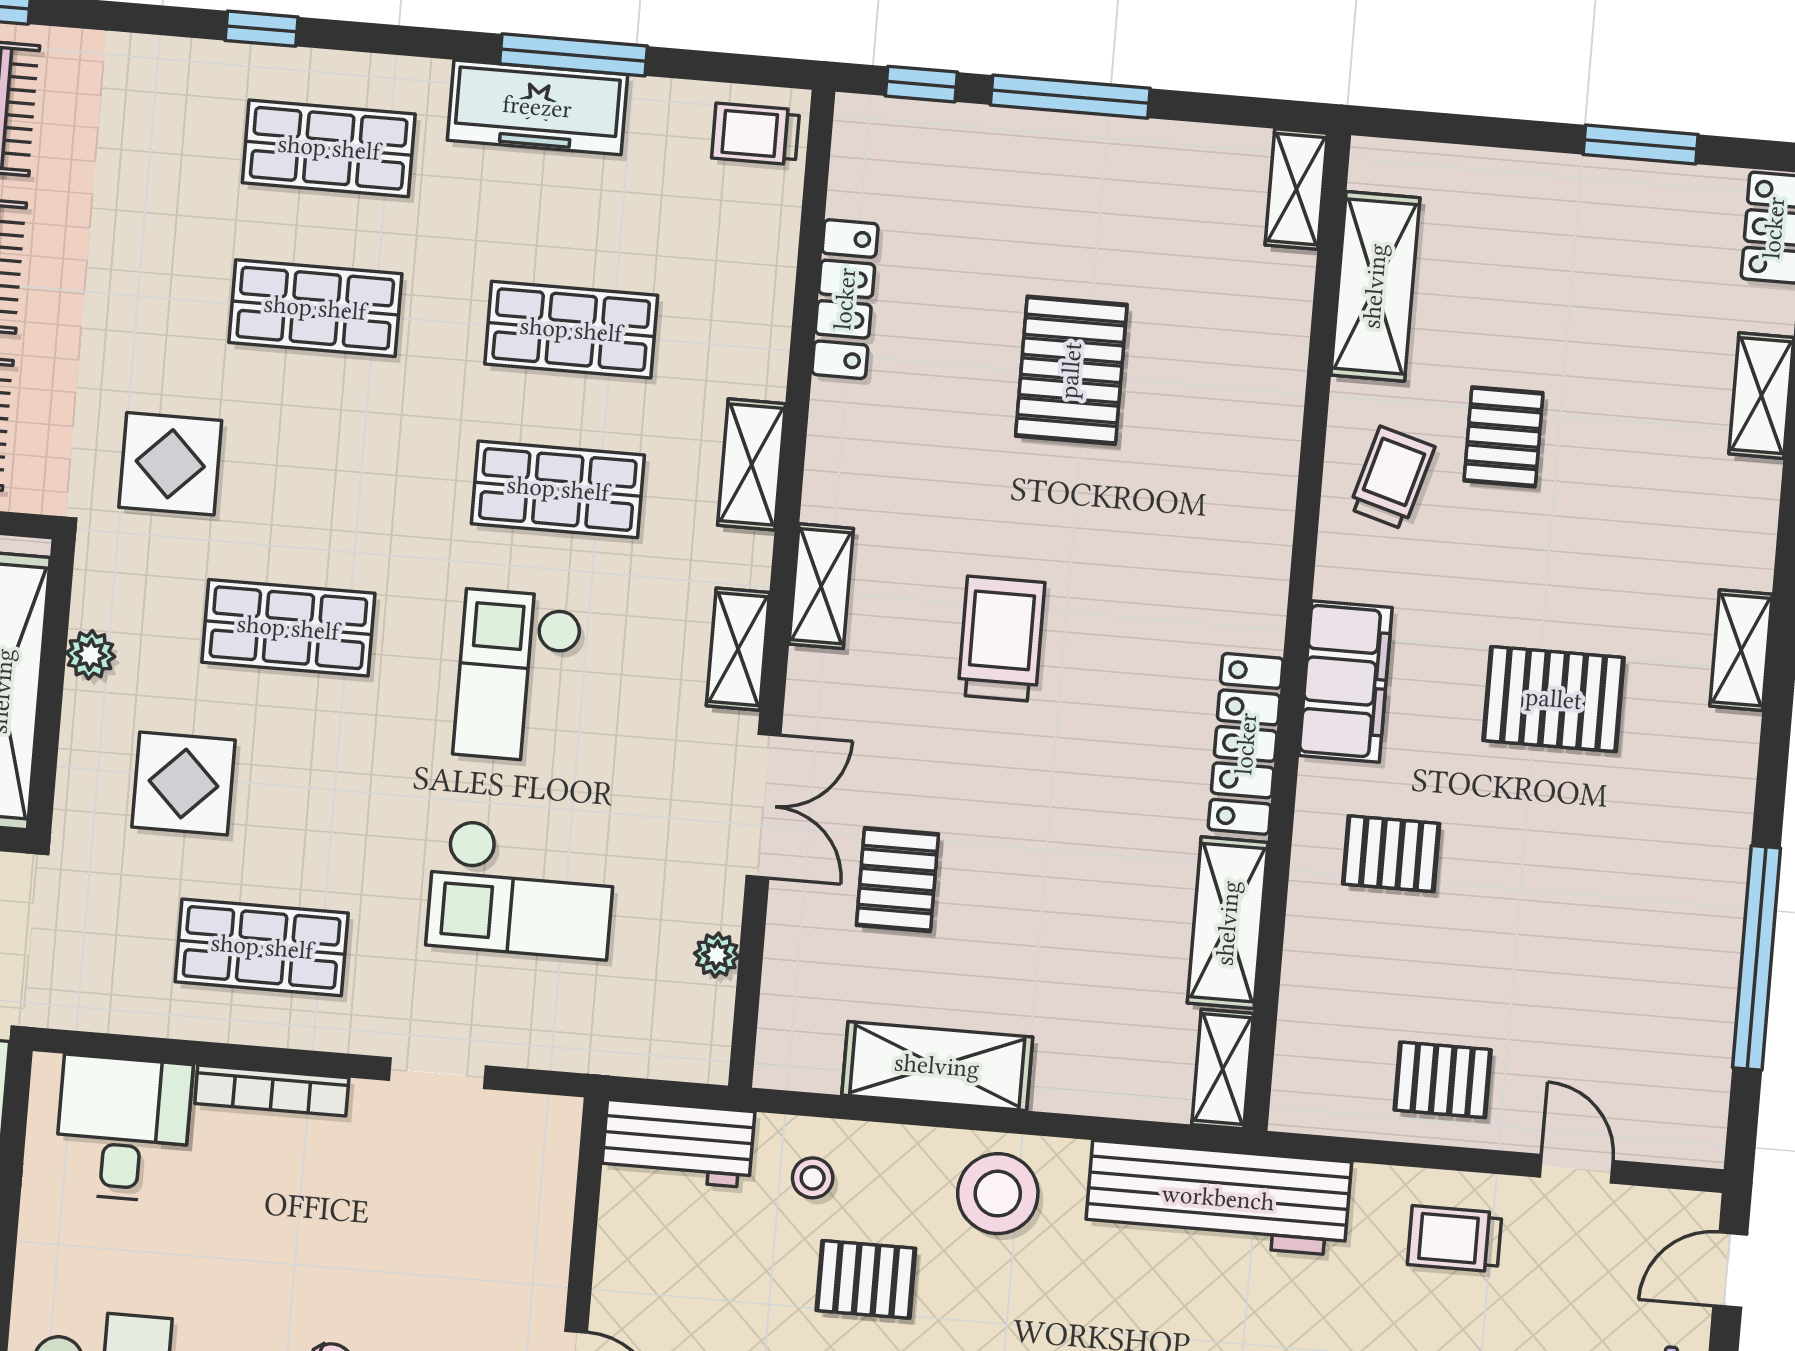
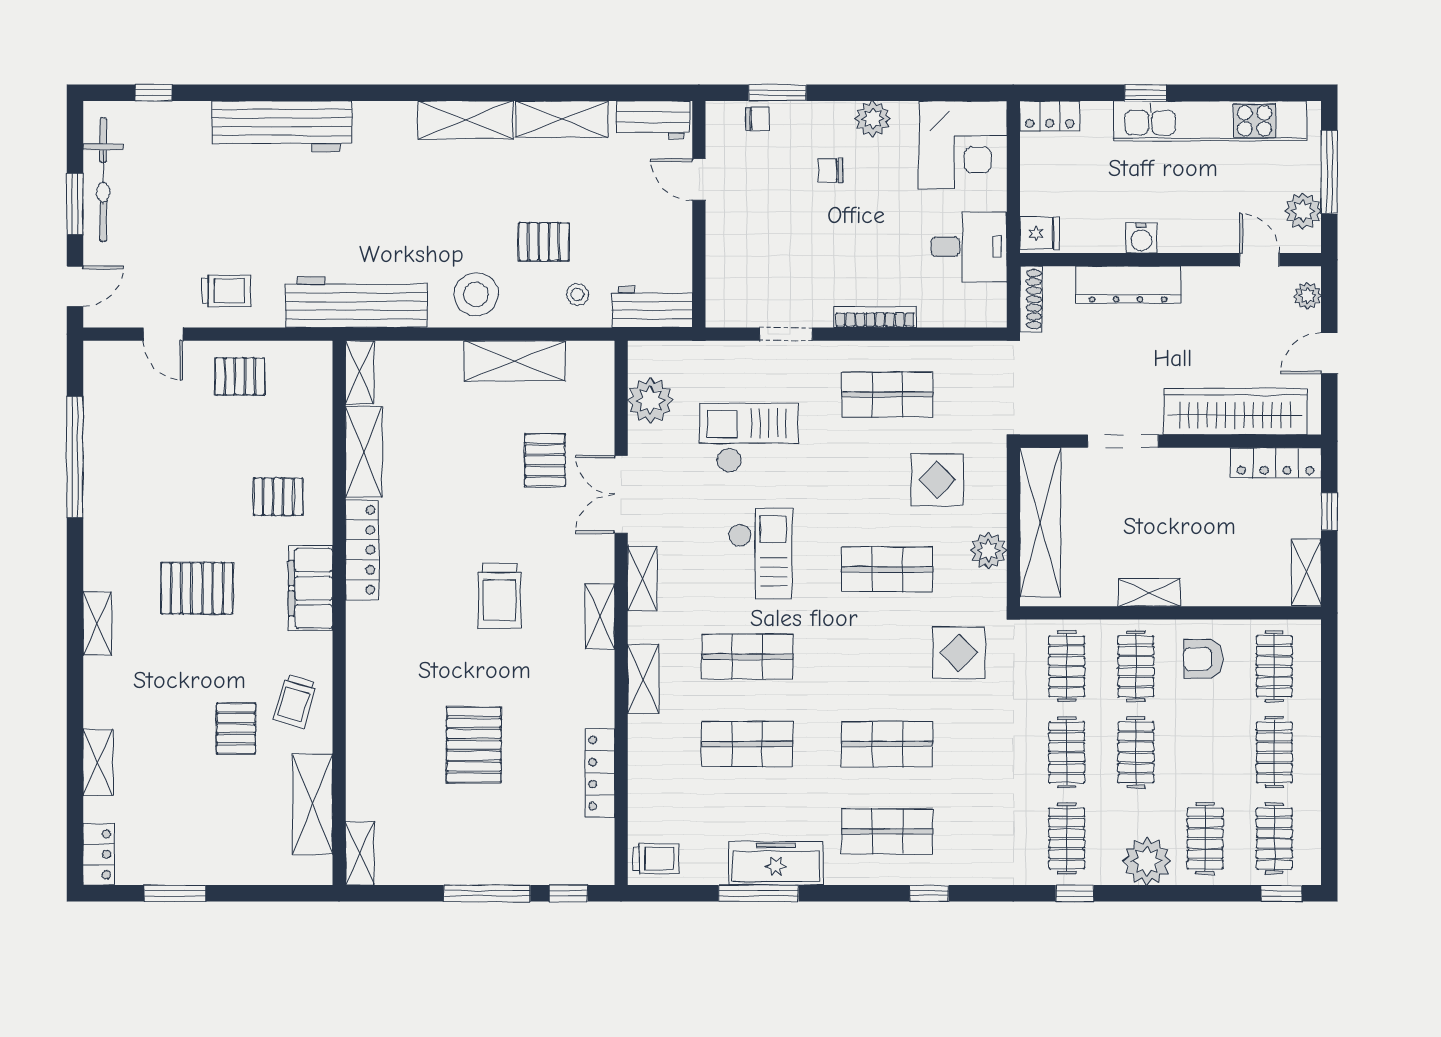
plant: (90, 655) -> (988, 551), width x1.38, depth x1.38
plant: (717, 955) -> (650, 400), width x1.88, depth x1.88
desk: (123, 1129) -> (969, 247), moved, turned -90

